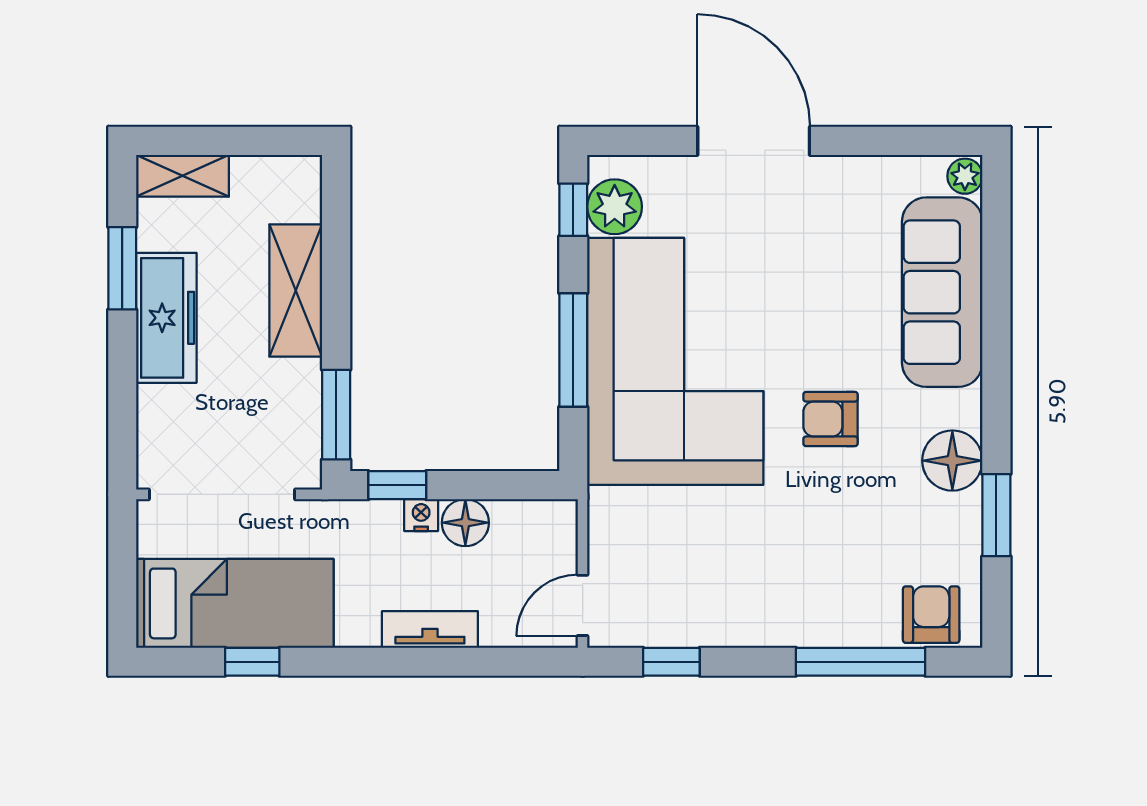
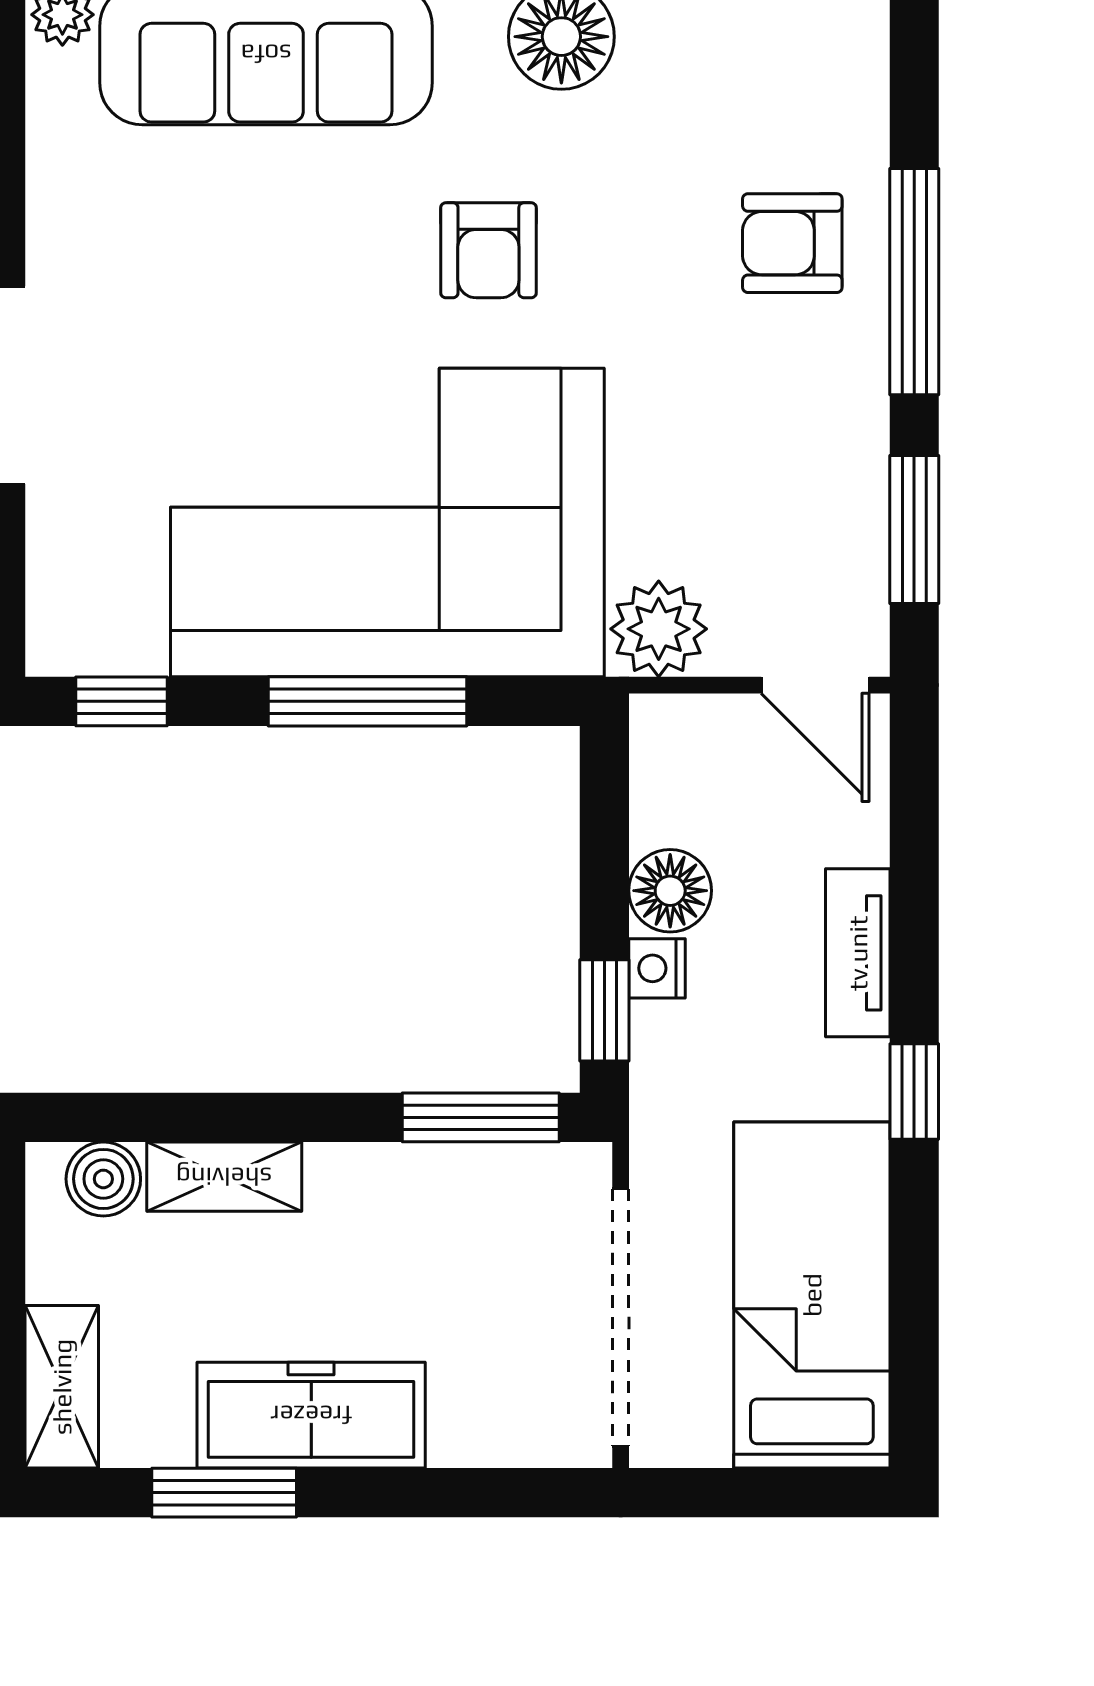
boiler: (301, 199) -> (103, 1179), added
plant: (615, 207) -> (659, 629), moved
shelving: (296, 290) -> (224, 1177), width x0.67, depth x0.75
armchair: (931, 615) -> (792, 243), moved
window: (252, 662) -> (914, 1092), moved
window: (671, 662) -> (914, 529), width x1.50
window: (861, 662) -> (914, 282), moved

